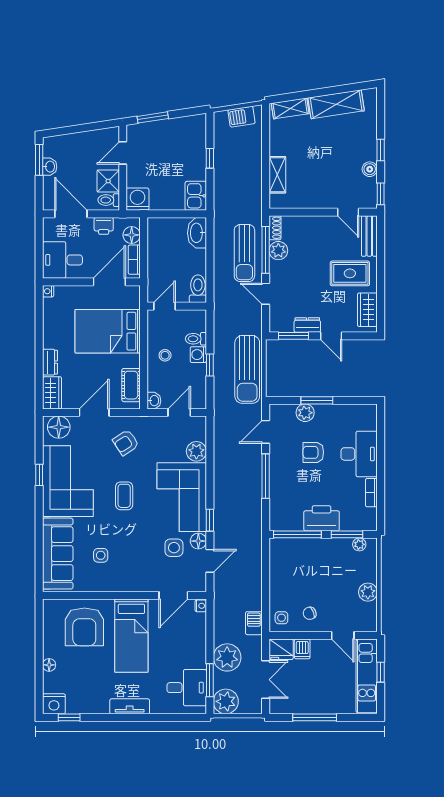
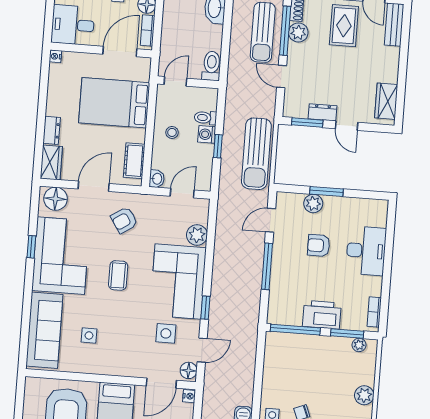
rug: (350, 273) -> (344, 26), moved, turned 90
bookcase: (371, 493) -> (374, 312), moved
floor lamp: (198, 541) -> (189, 370), moved

